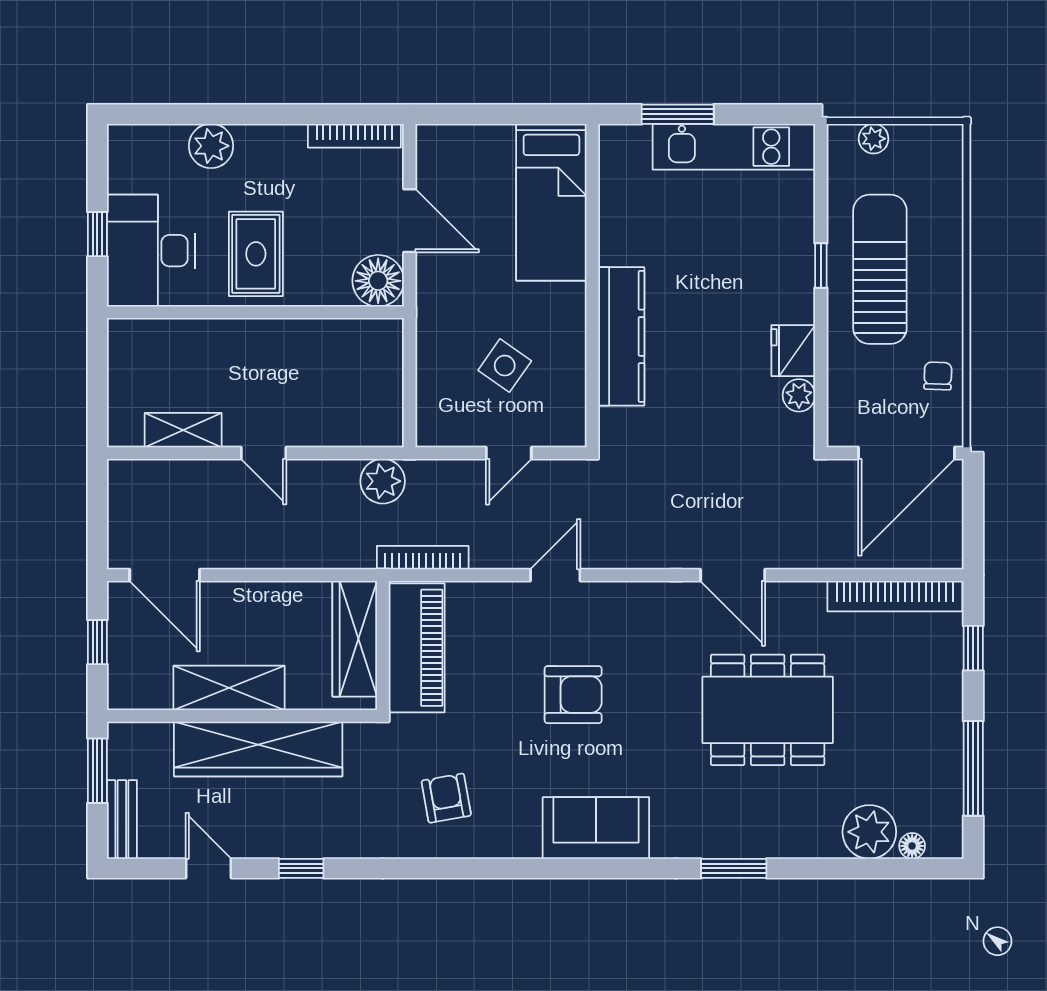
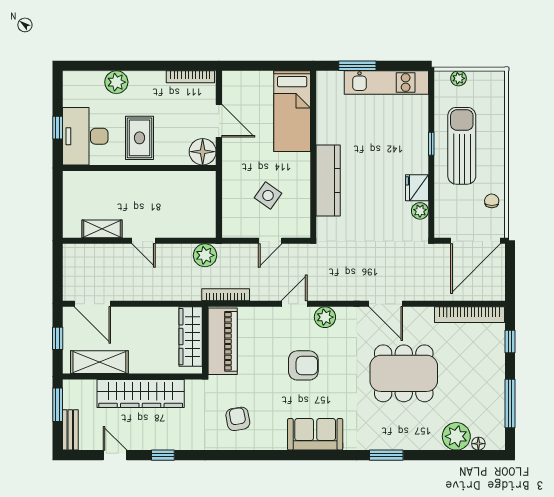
plant: (615, 601) -> (325, 317), added
shelving: (229, 688) -> (99, 362), moved

